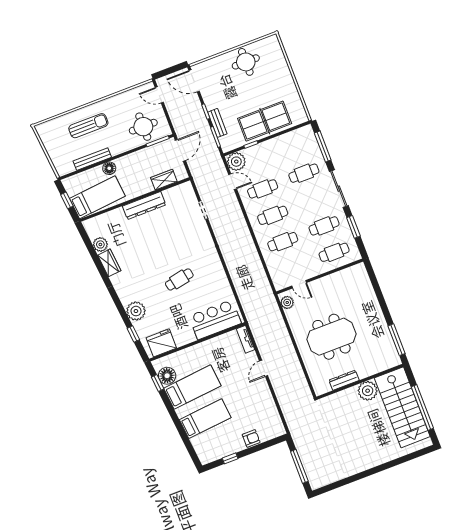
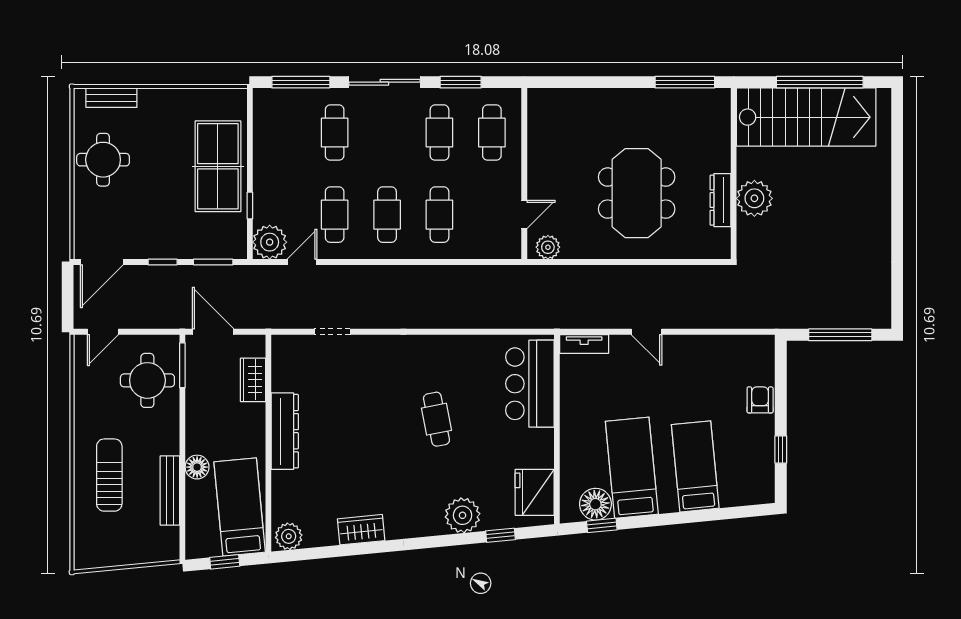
bench: (217, 123) -> (111, 98), moved
plant: (100, 244) -> (289, 536), moved
plant: (368, 391) -> (754, 198), moved

